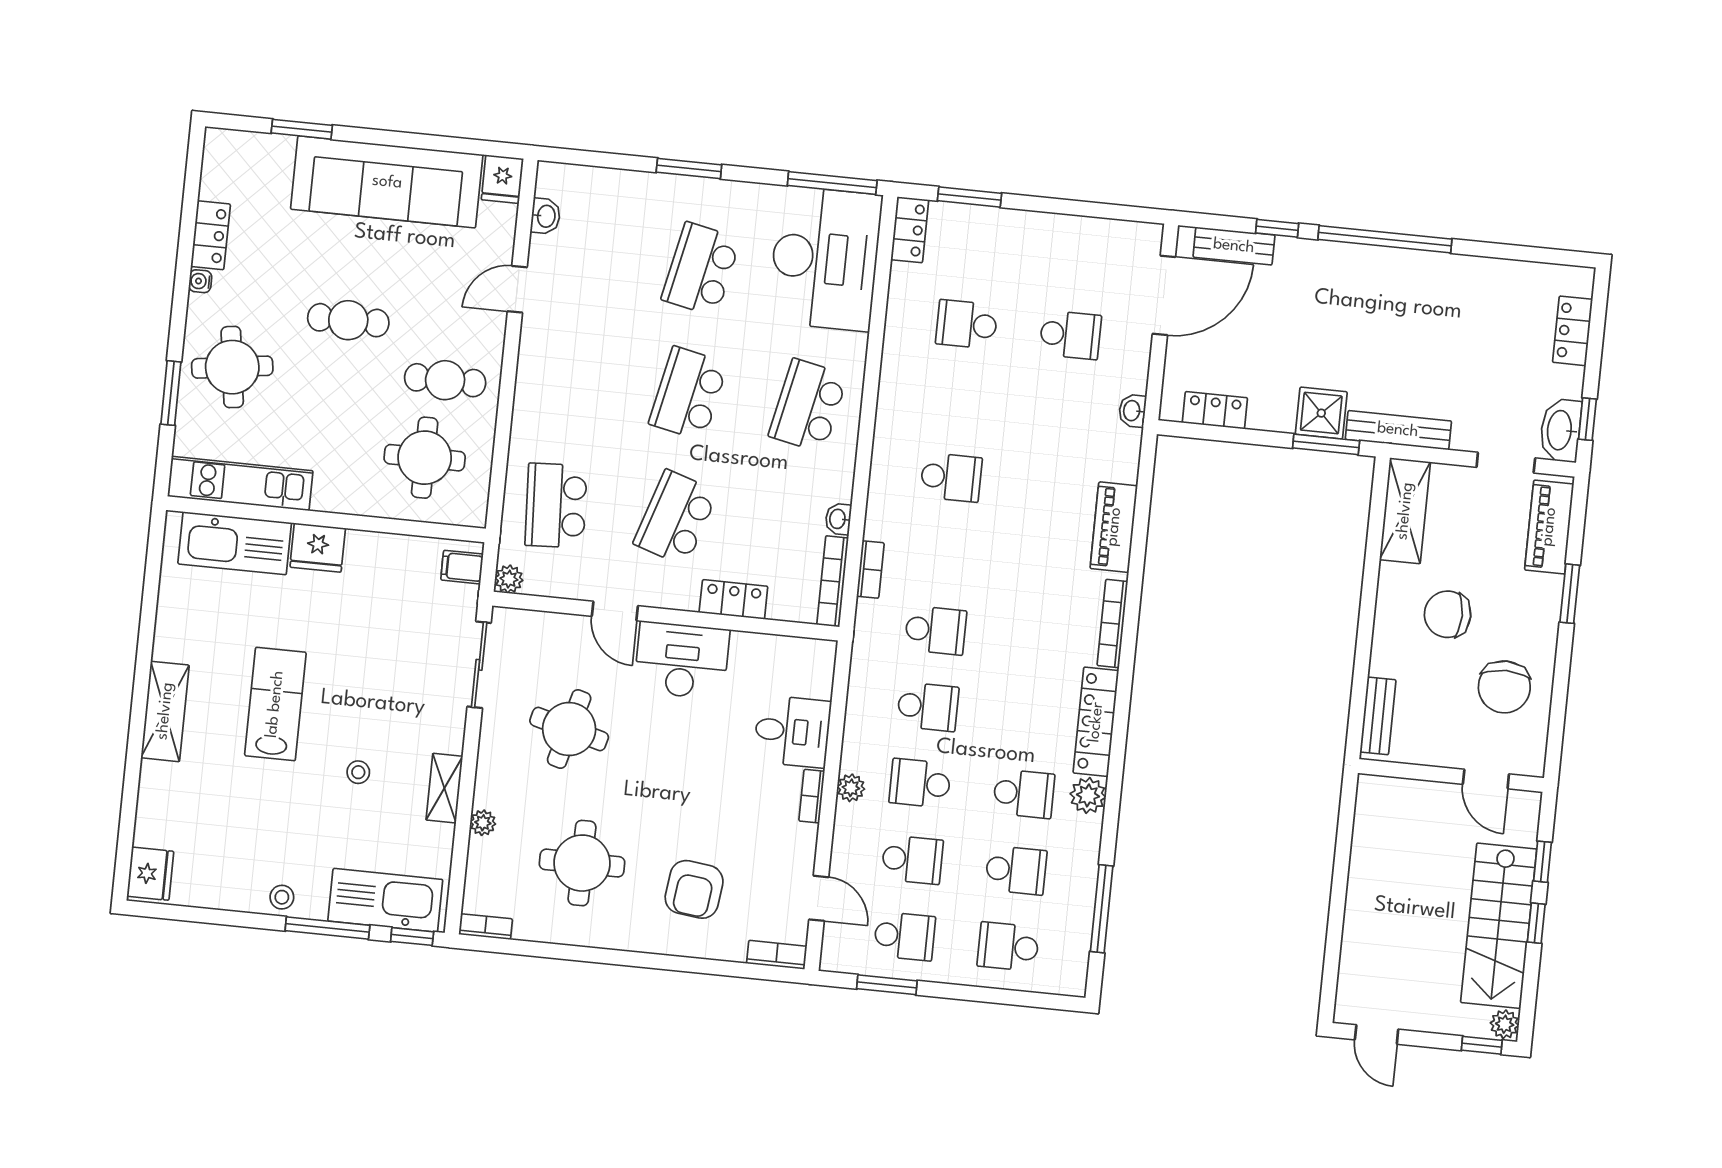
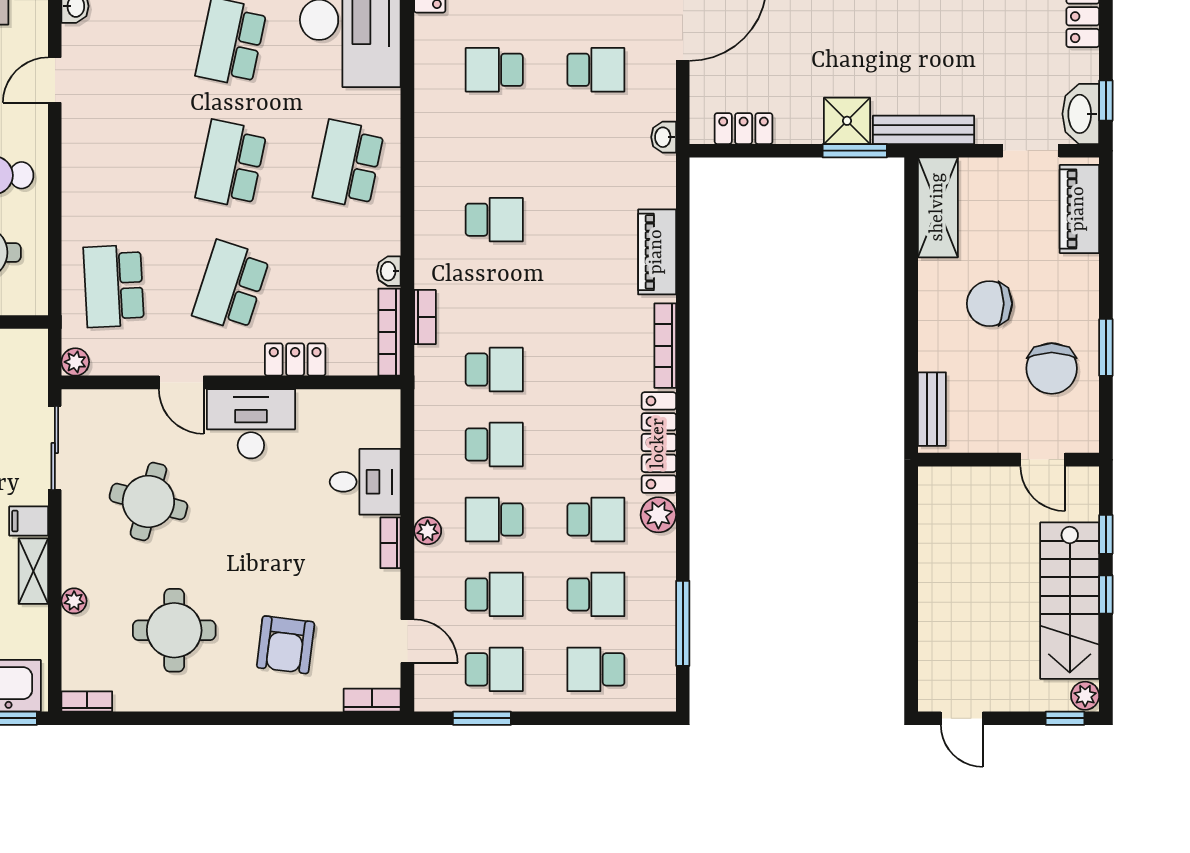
filing cabinet: (462, 567) -> (29, 521), moved
window: (1570, 594) -> (1106, 347), moved

